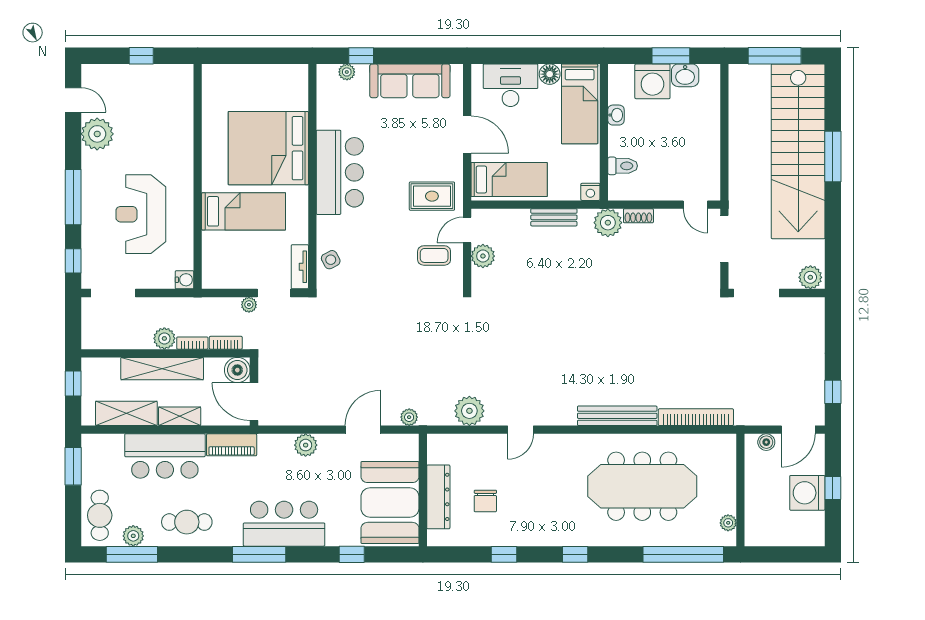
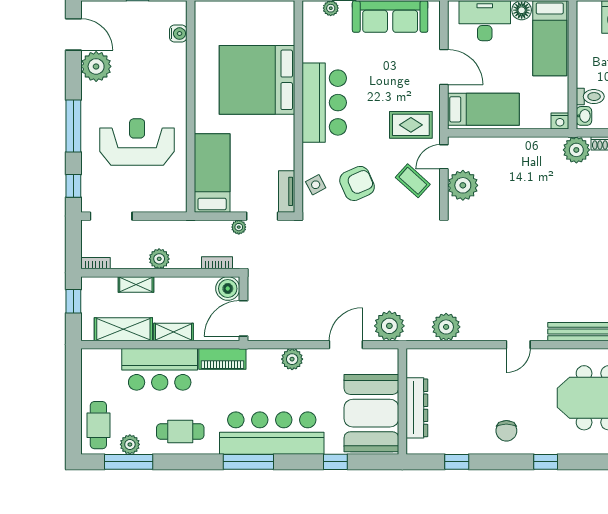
door: (73, 100) -> (73, 34), width x1.37
washbasin: (616, 115) -> (584, 116), moved
bed: (244, 211) -> (212, 173), moved, turned -90
reception desk: (141, 214) -> (137, 142), turned 90
bench: (554, 217) -> (526, 145), removed
coffee table: (434, 255) -> (413, 181), turned 42
plant: (483, 256) -> (463, 185), width x1.36, depth x1.36
armchair: (375, 258) -> (357, 183), added
water cooler: (185, 280) -> (178, 34), moved
bookcase: (192, 343) -> (96, 263), moved
shelving: (162, 369) -> (136, 284), width x0.45, depth x0.75
door: (254, 402) -> (244, 318), hinge flipped
plant: (409, 417) -> (389, 326), width x1.88, depth x1.88
door: (520, 430) -> (518, 345), moved
window: (73, 466) -> (73, 379), removed
chair: (485, 501) -> (506, 431), moved
bar counter: (284, 524) -> (272, 433), width x1.36
window: (504, 554) -> (457, 462), moved

